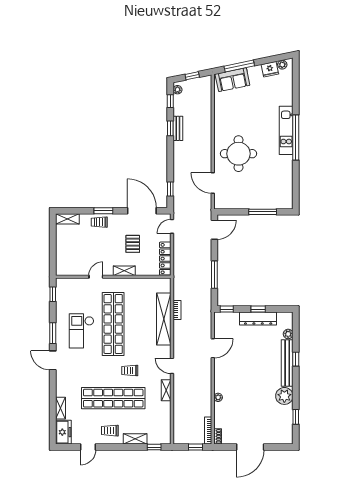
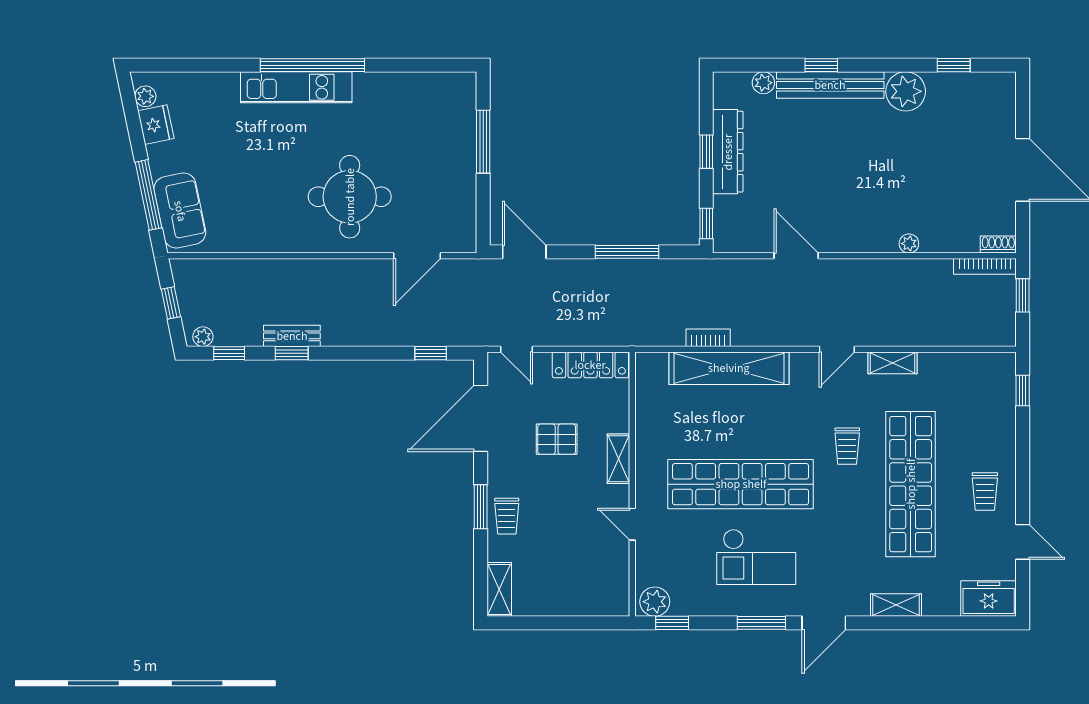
plant: (62, 287) -> (655, 602), added
shelving: (61, 408) -> (896, 605), moved
shelving: (135, 439) -> (1004, 434), removed

